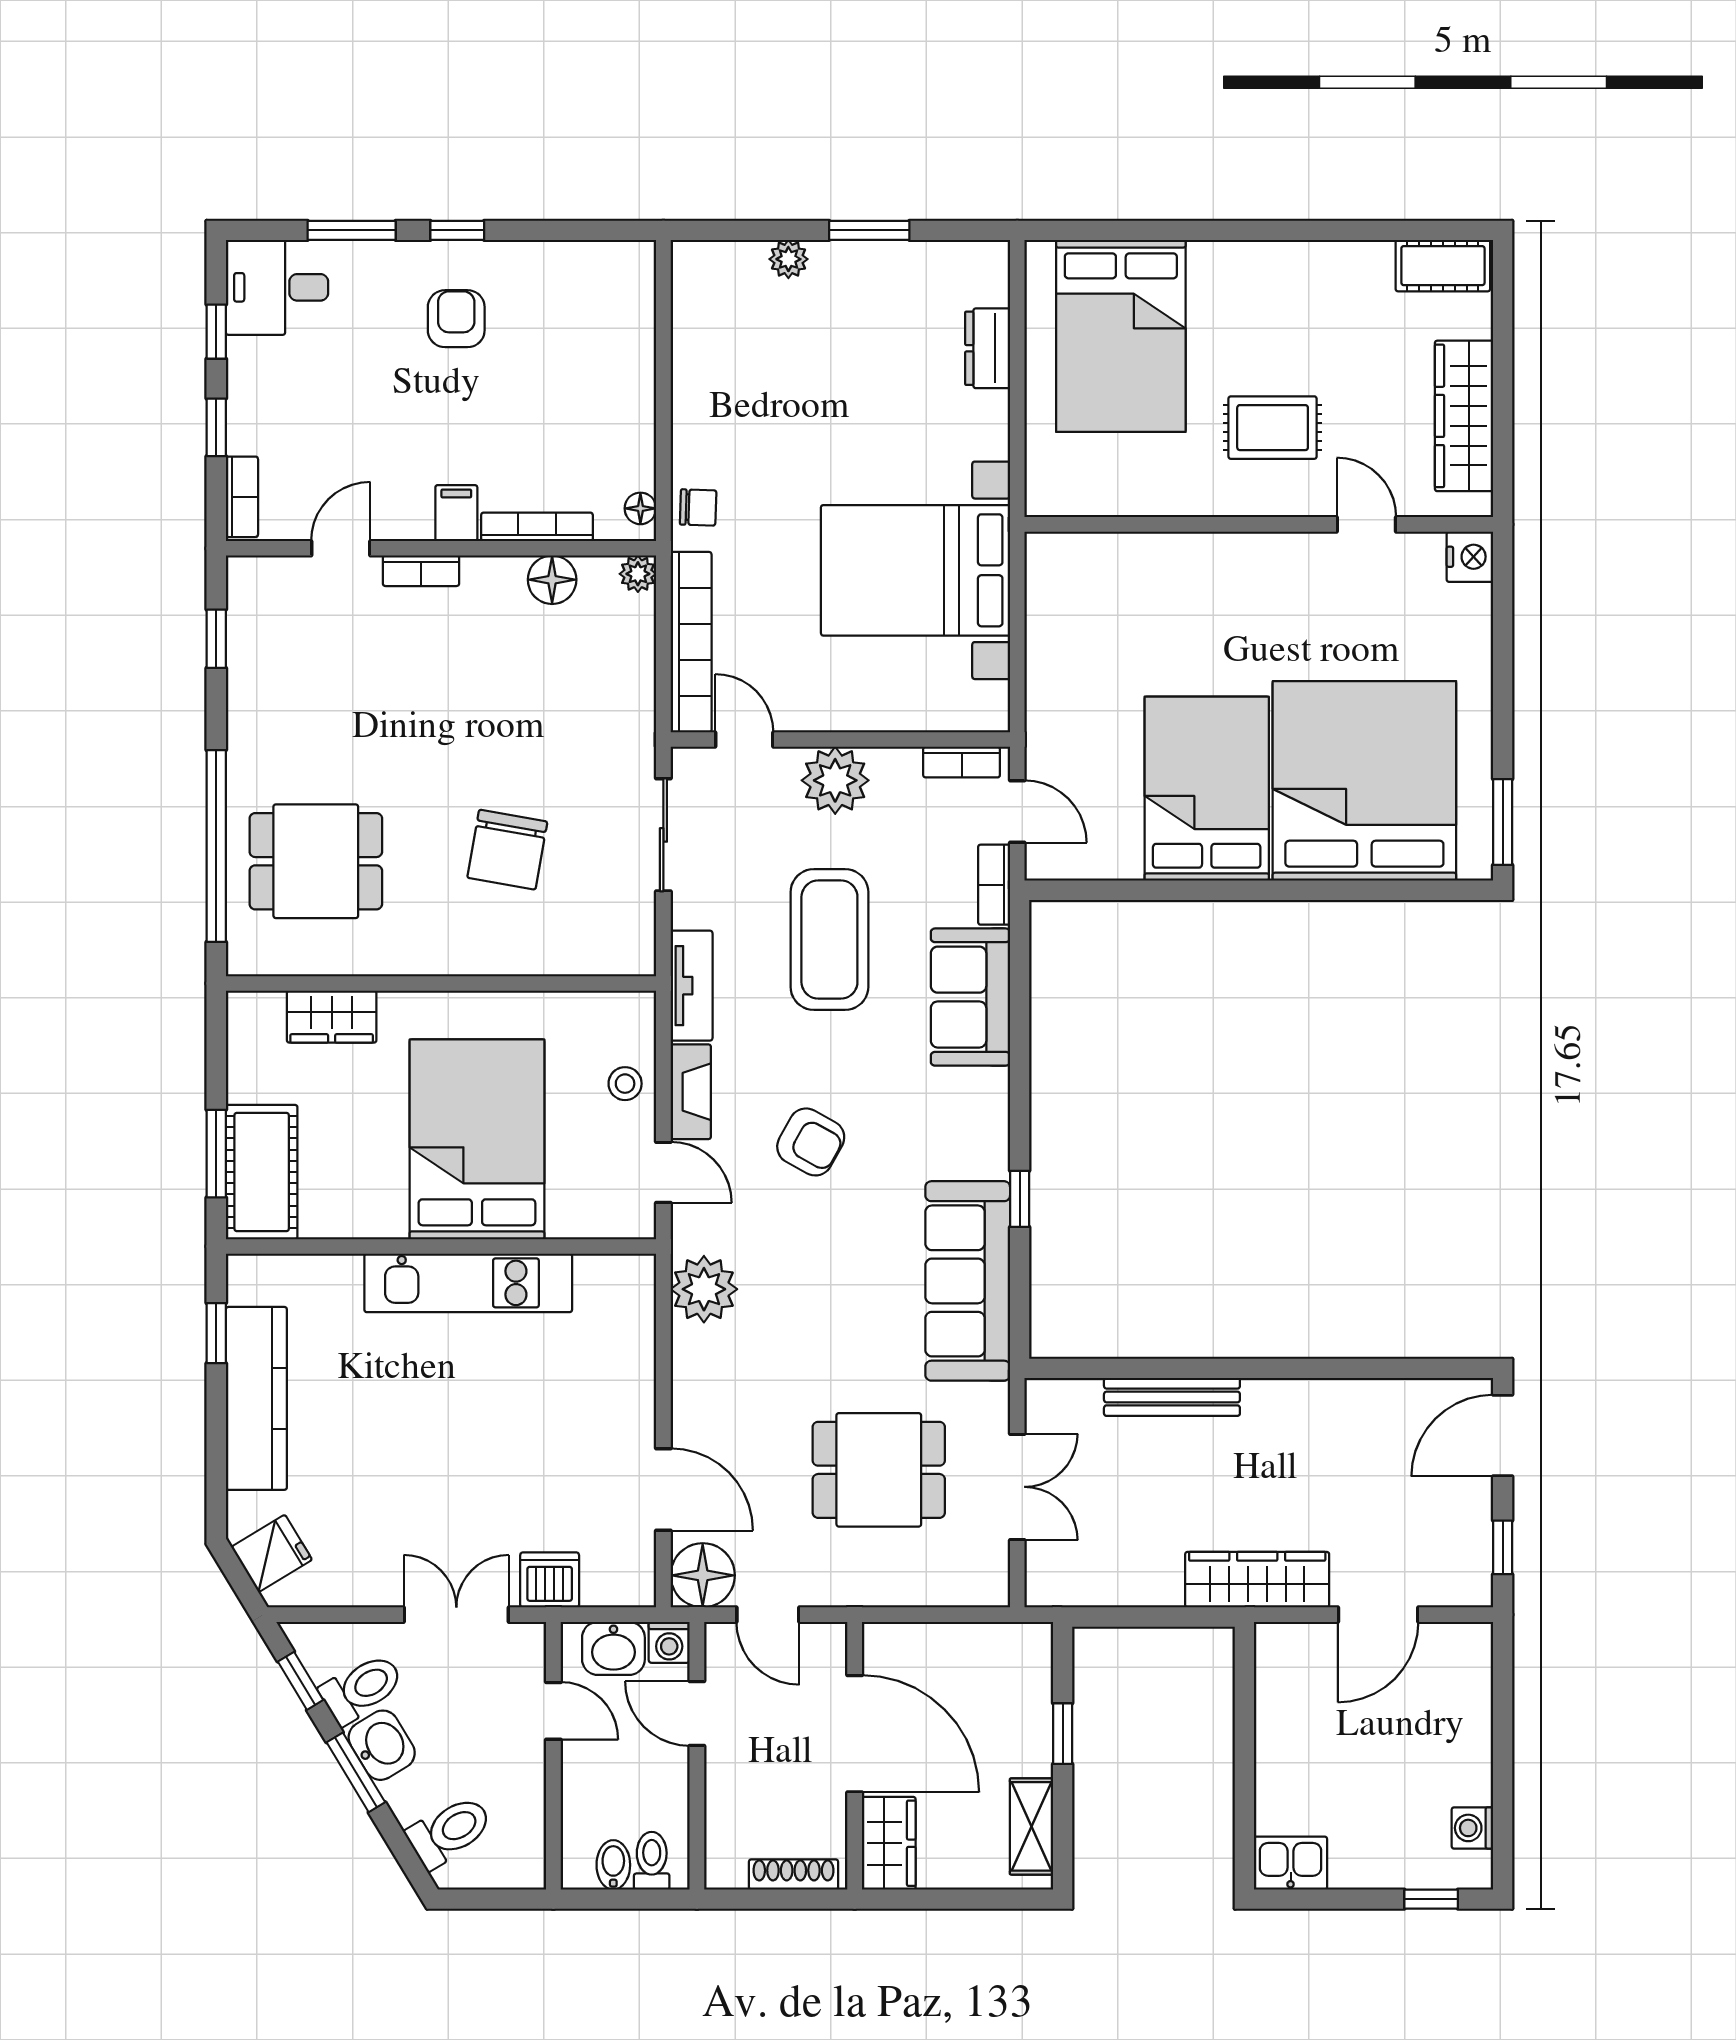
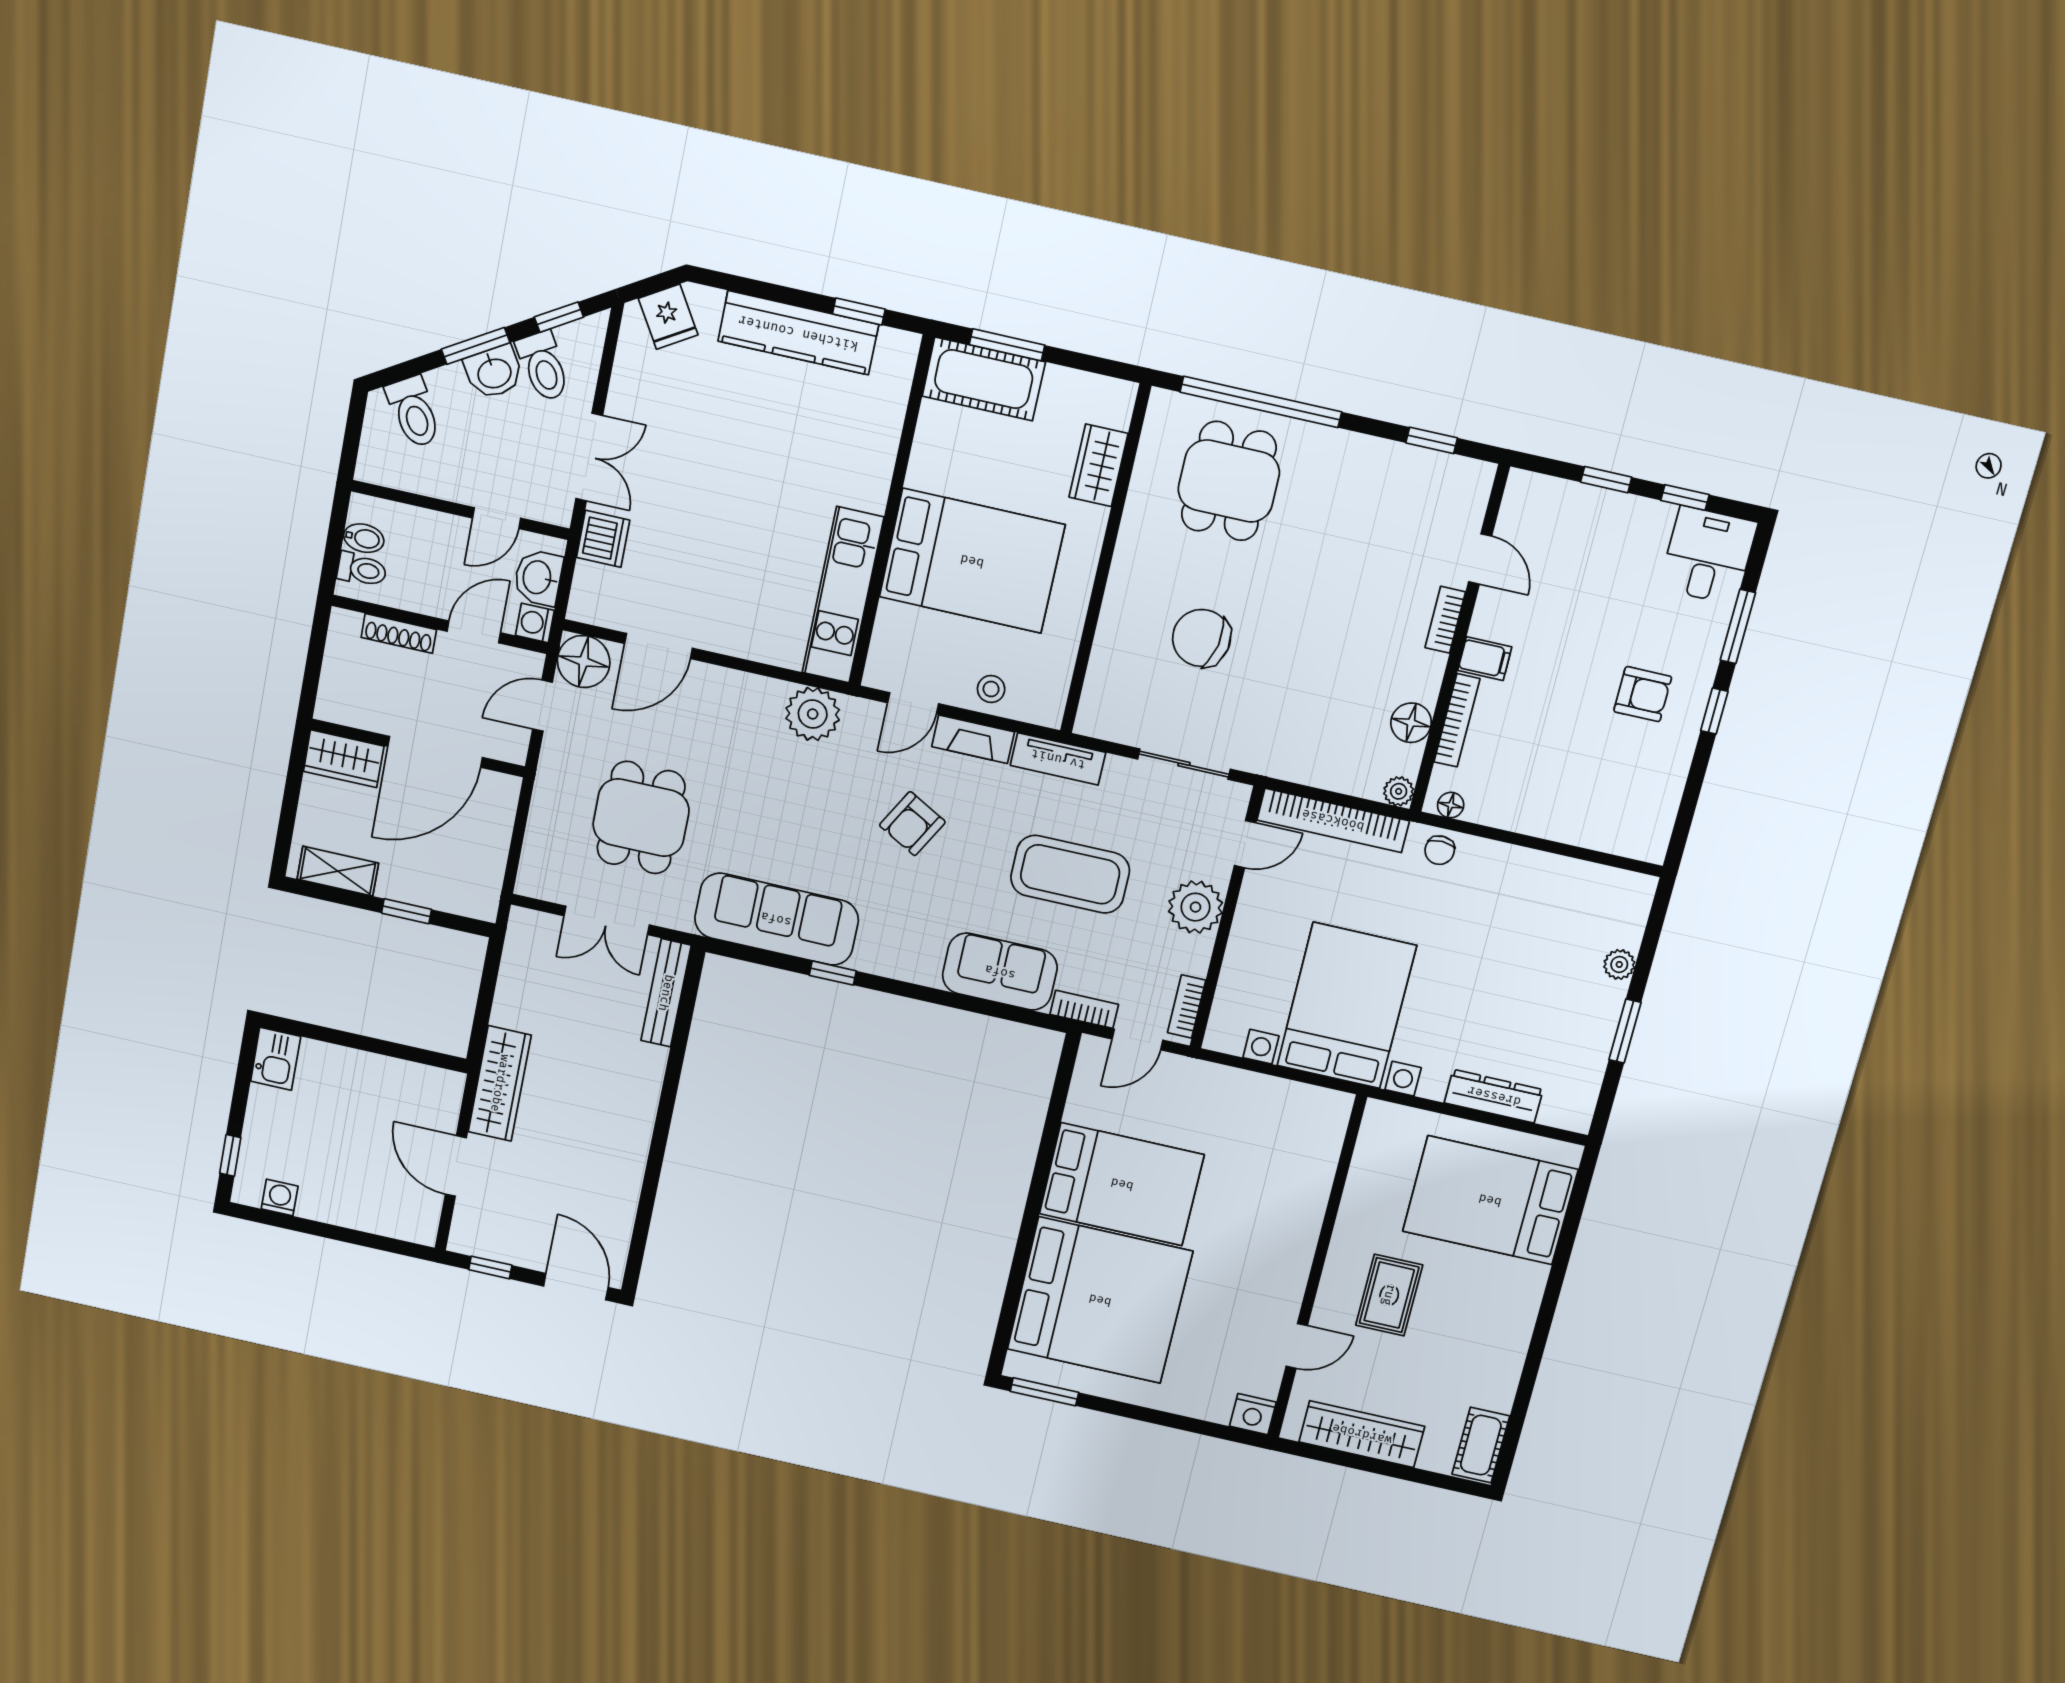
dresser: (988, 348) -> (1494, 1096), width x1.44
bookcase: (242, 497) -> (1543, 488), removed
kitchen unit: (468, 1283) -> (843, 595), moved
bench: (1172, 1397) -> (666, 993), moved
shoe rack: (793, 1874) -> (399, 633), moved, turned 90

